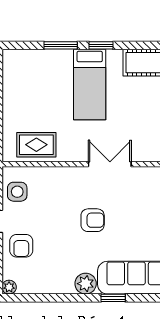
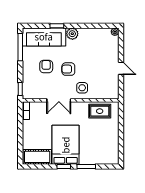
bed: (90, 84) -> (66, 145), width x1.50
side table: (17, 192) -> (82, 88), moved
armchair: (21, 246) -> (46, 66), moved

